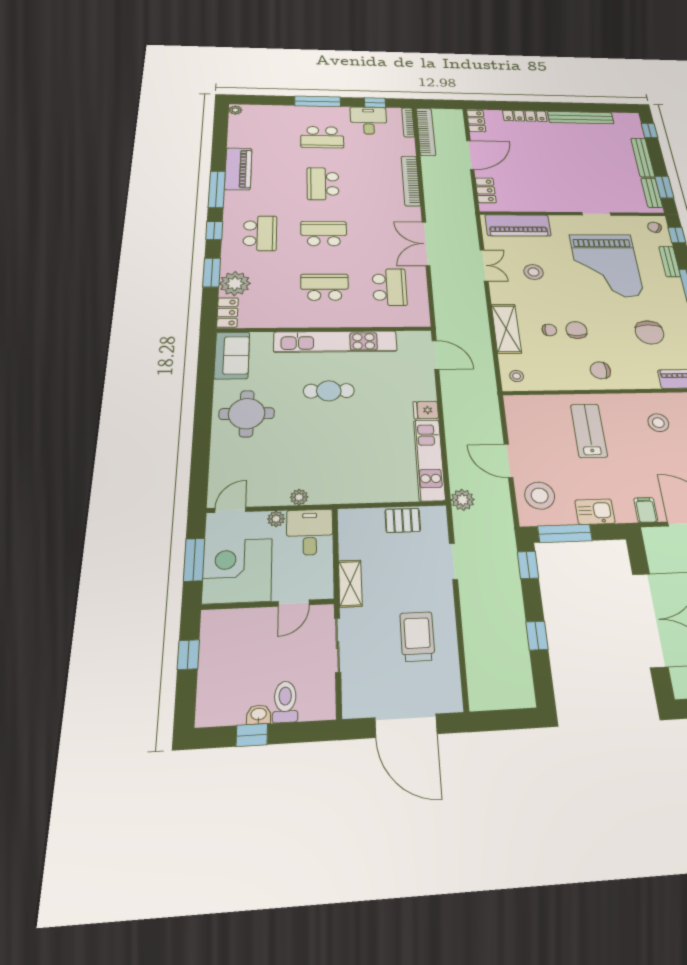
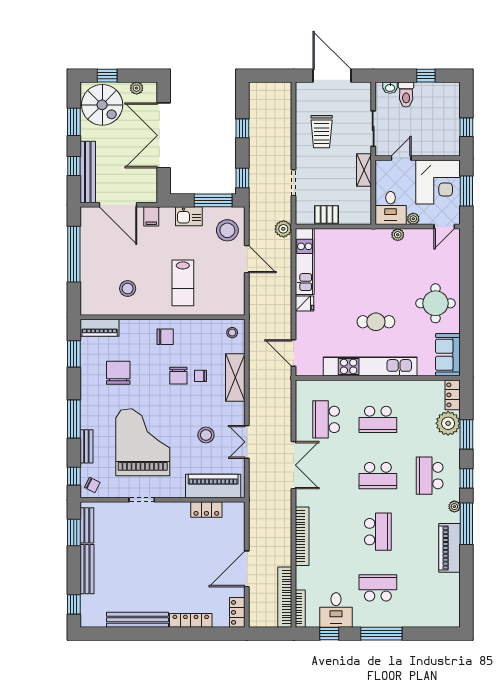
plant: (235, 110) -> (454, 507), moved
locker: (486, 190) -> (206, 509), moved, turned -90
washbasin: (259, 715) -> (390, 88), moved

